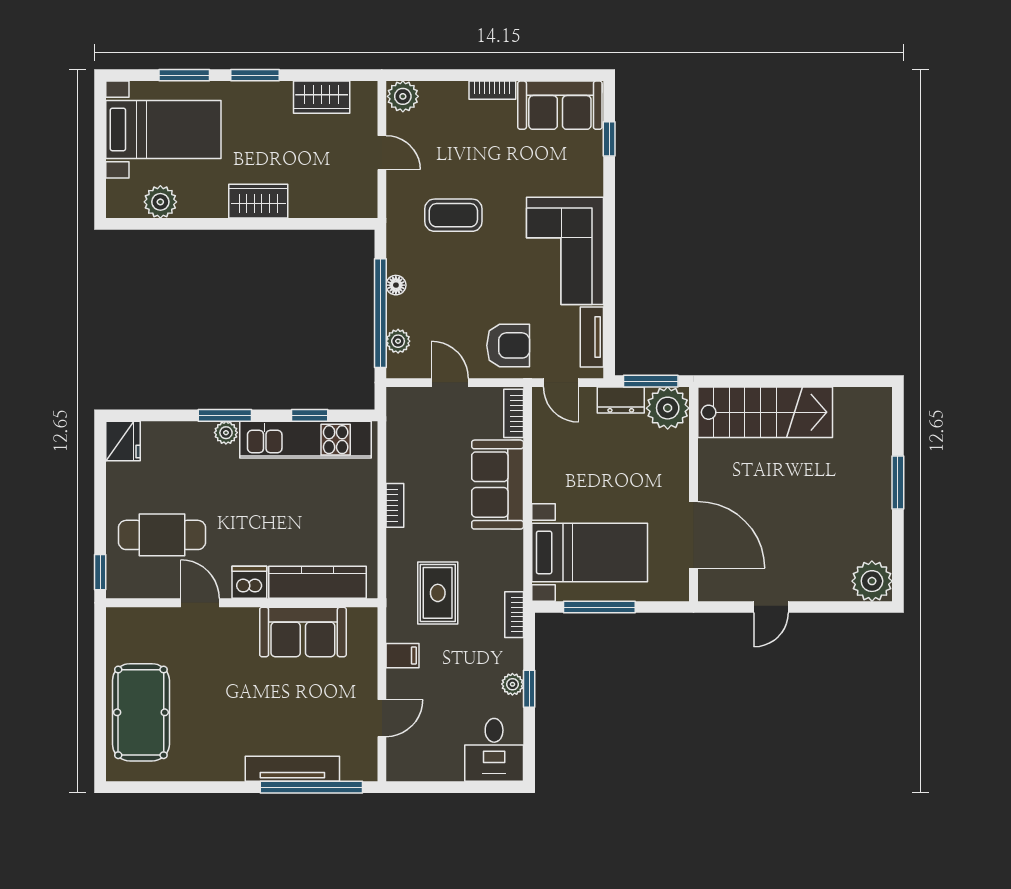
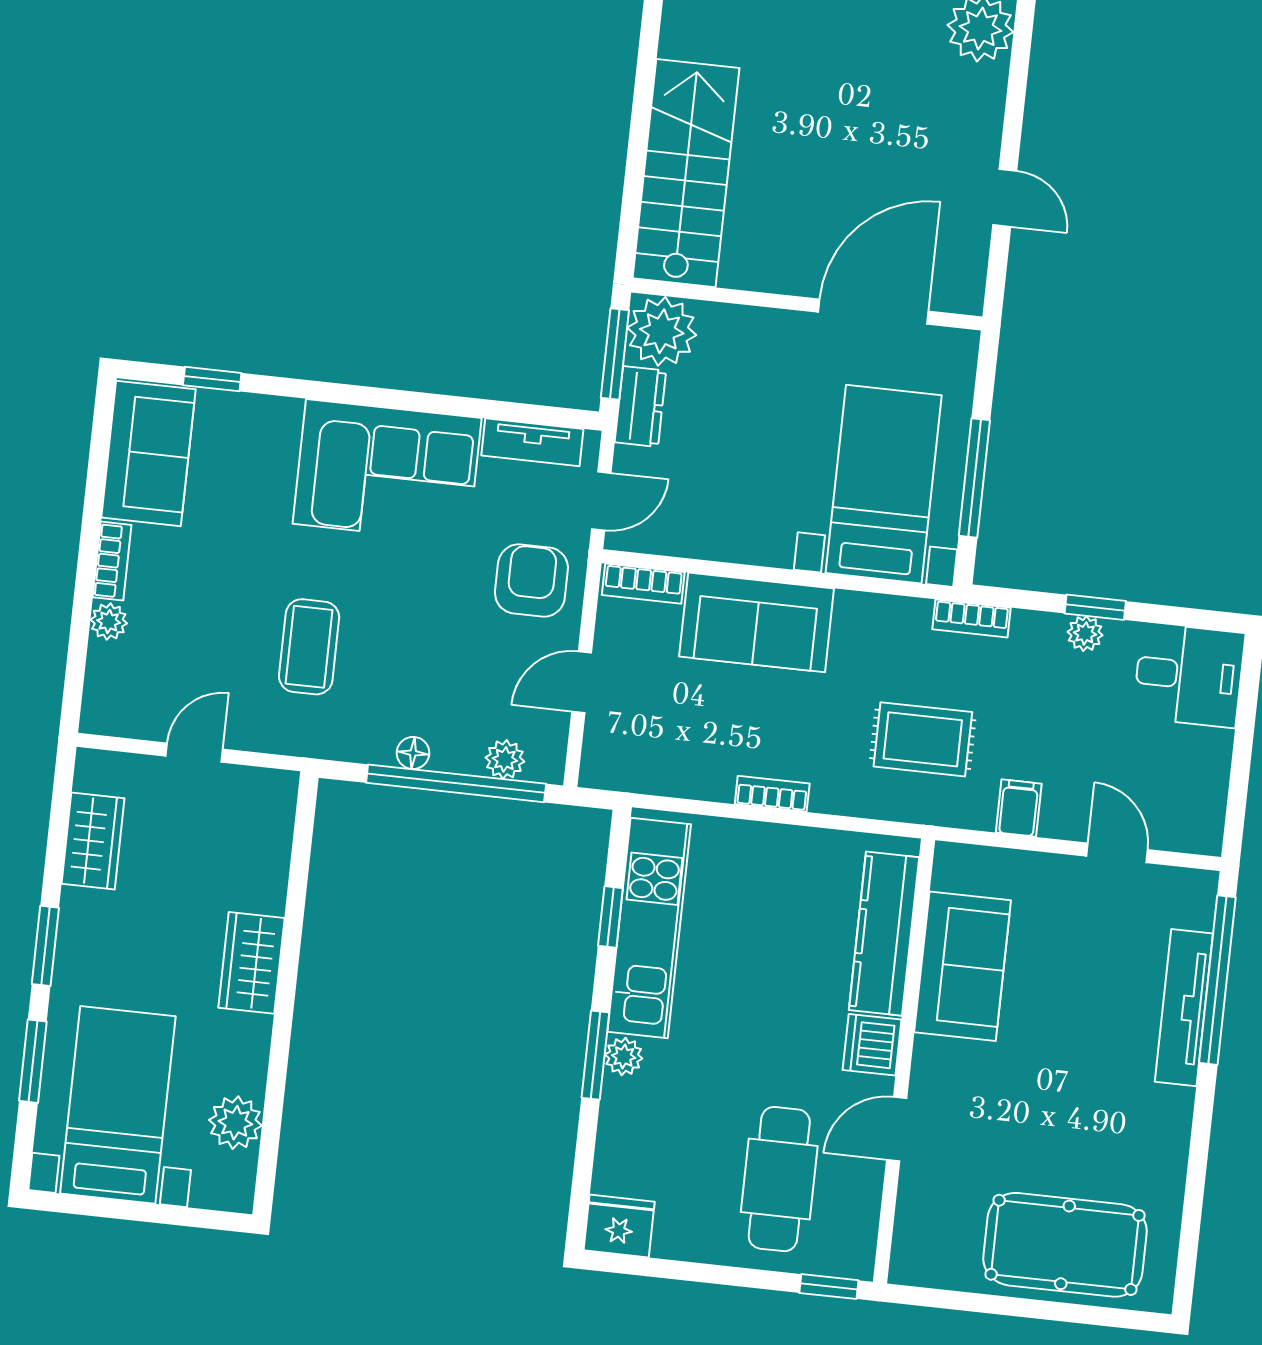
plant: (403, 96) -> (109, 621), moved, width x0.73, depth x0.73

